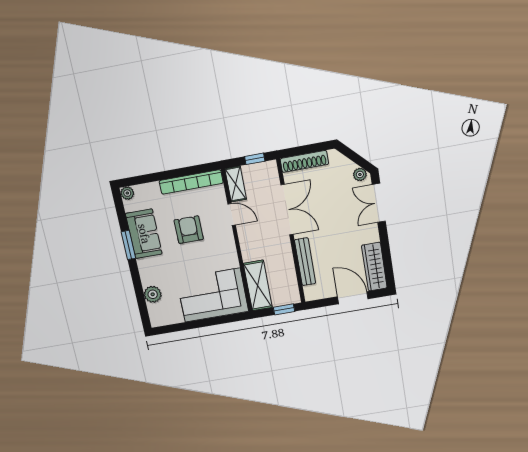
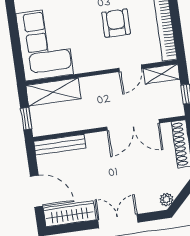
double door: (379, 203) -> (118, 221), moved
armchair: (189, 230) -> (116, 23), turned -90
bench: (305, 262) -> (60, 145), moved
door: (353, 298) -> (37, 191), hinge flipped

